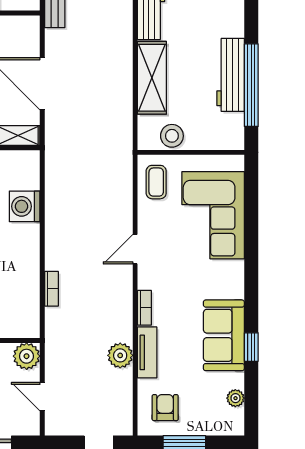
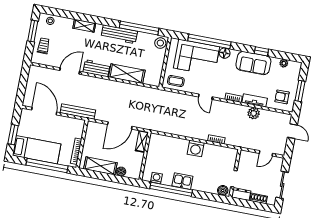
workbench: (231, 75) -> (119, 34), moved
stool: (172, 136) -> (160, 43), moved
washing machine: (25, 206) -> (196, 148), moved
window: (251, 236) -> (209, 41), added
floor lamp: (233, 272) -> (225, 53), added
plant: (27, 356) -> (246, 157), removed

